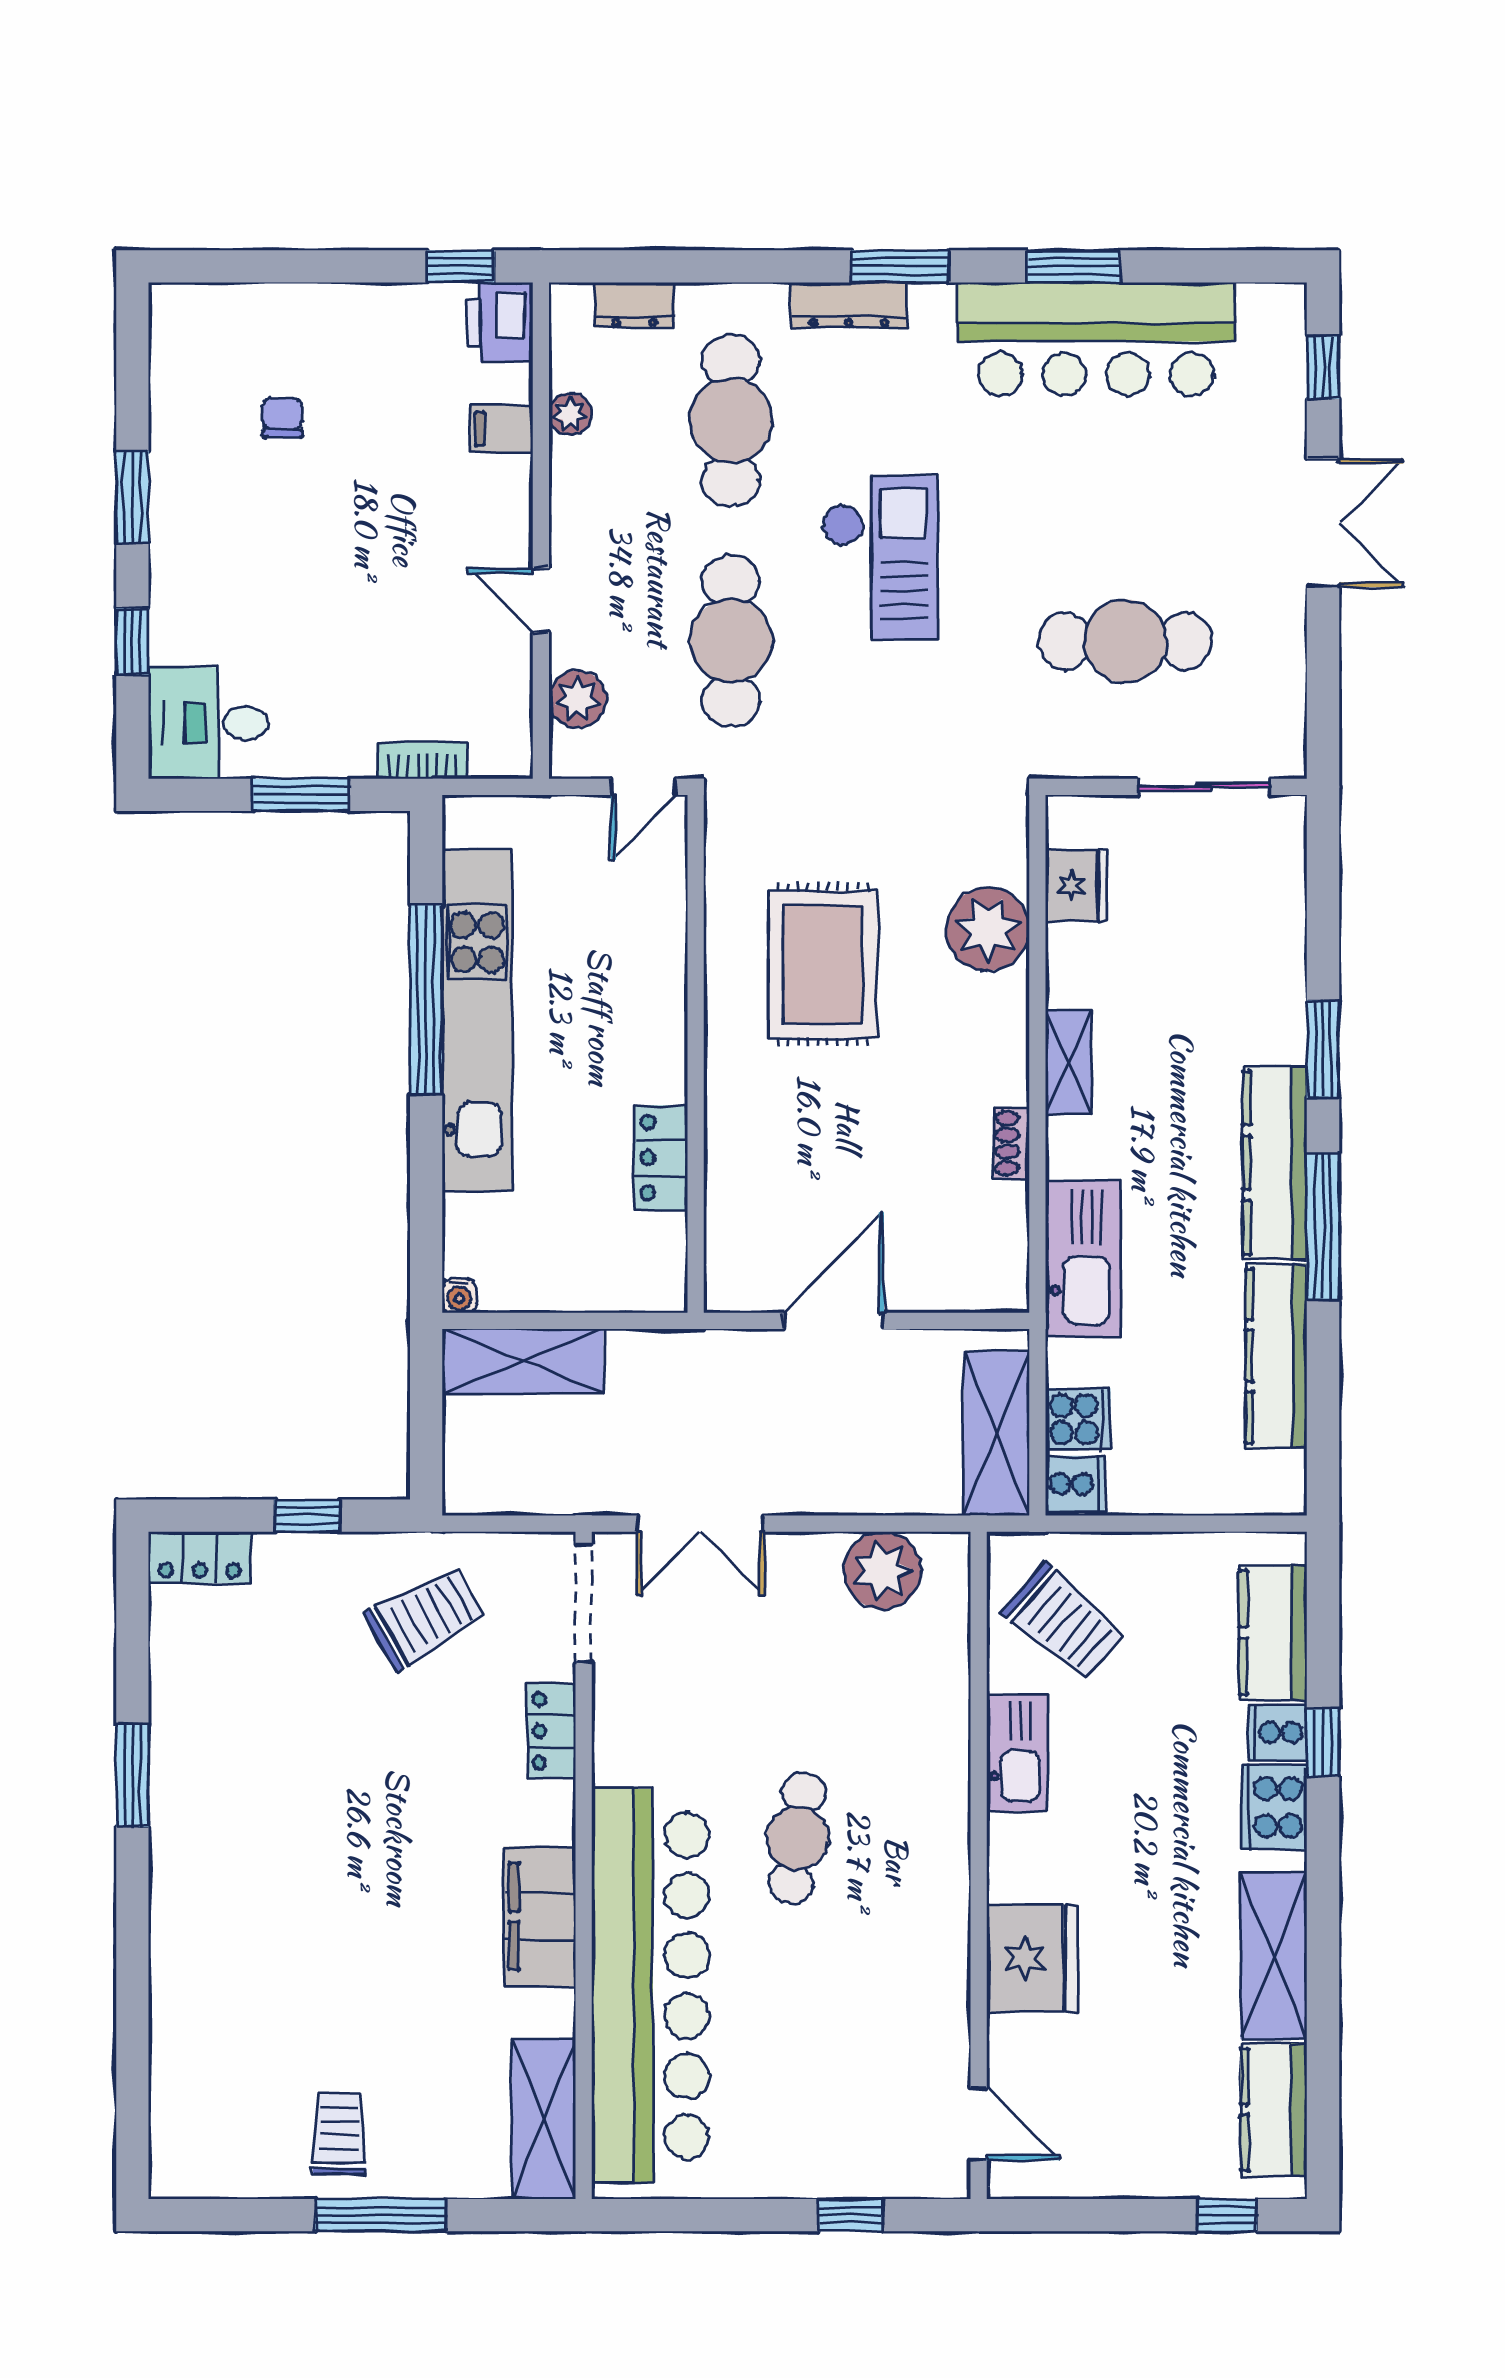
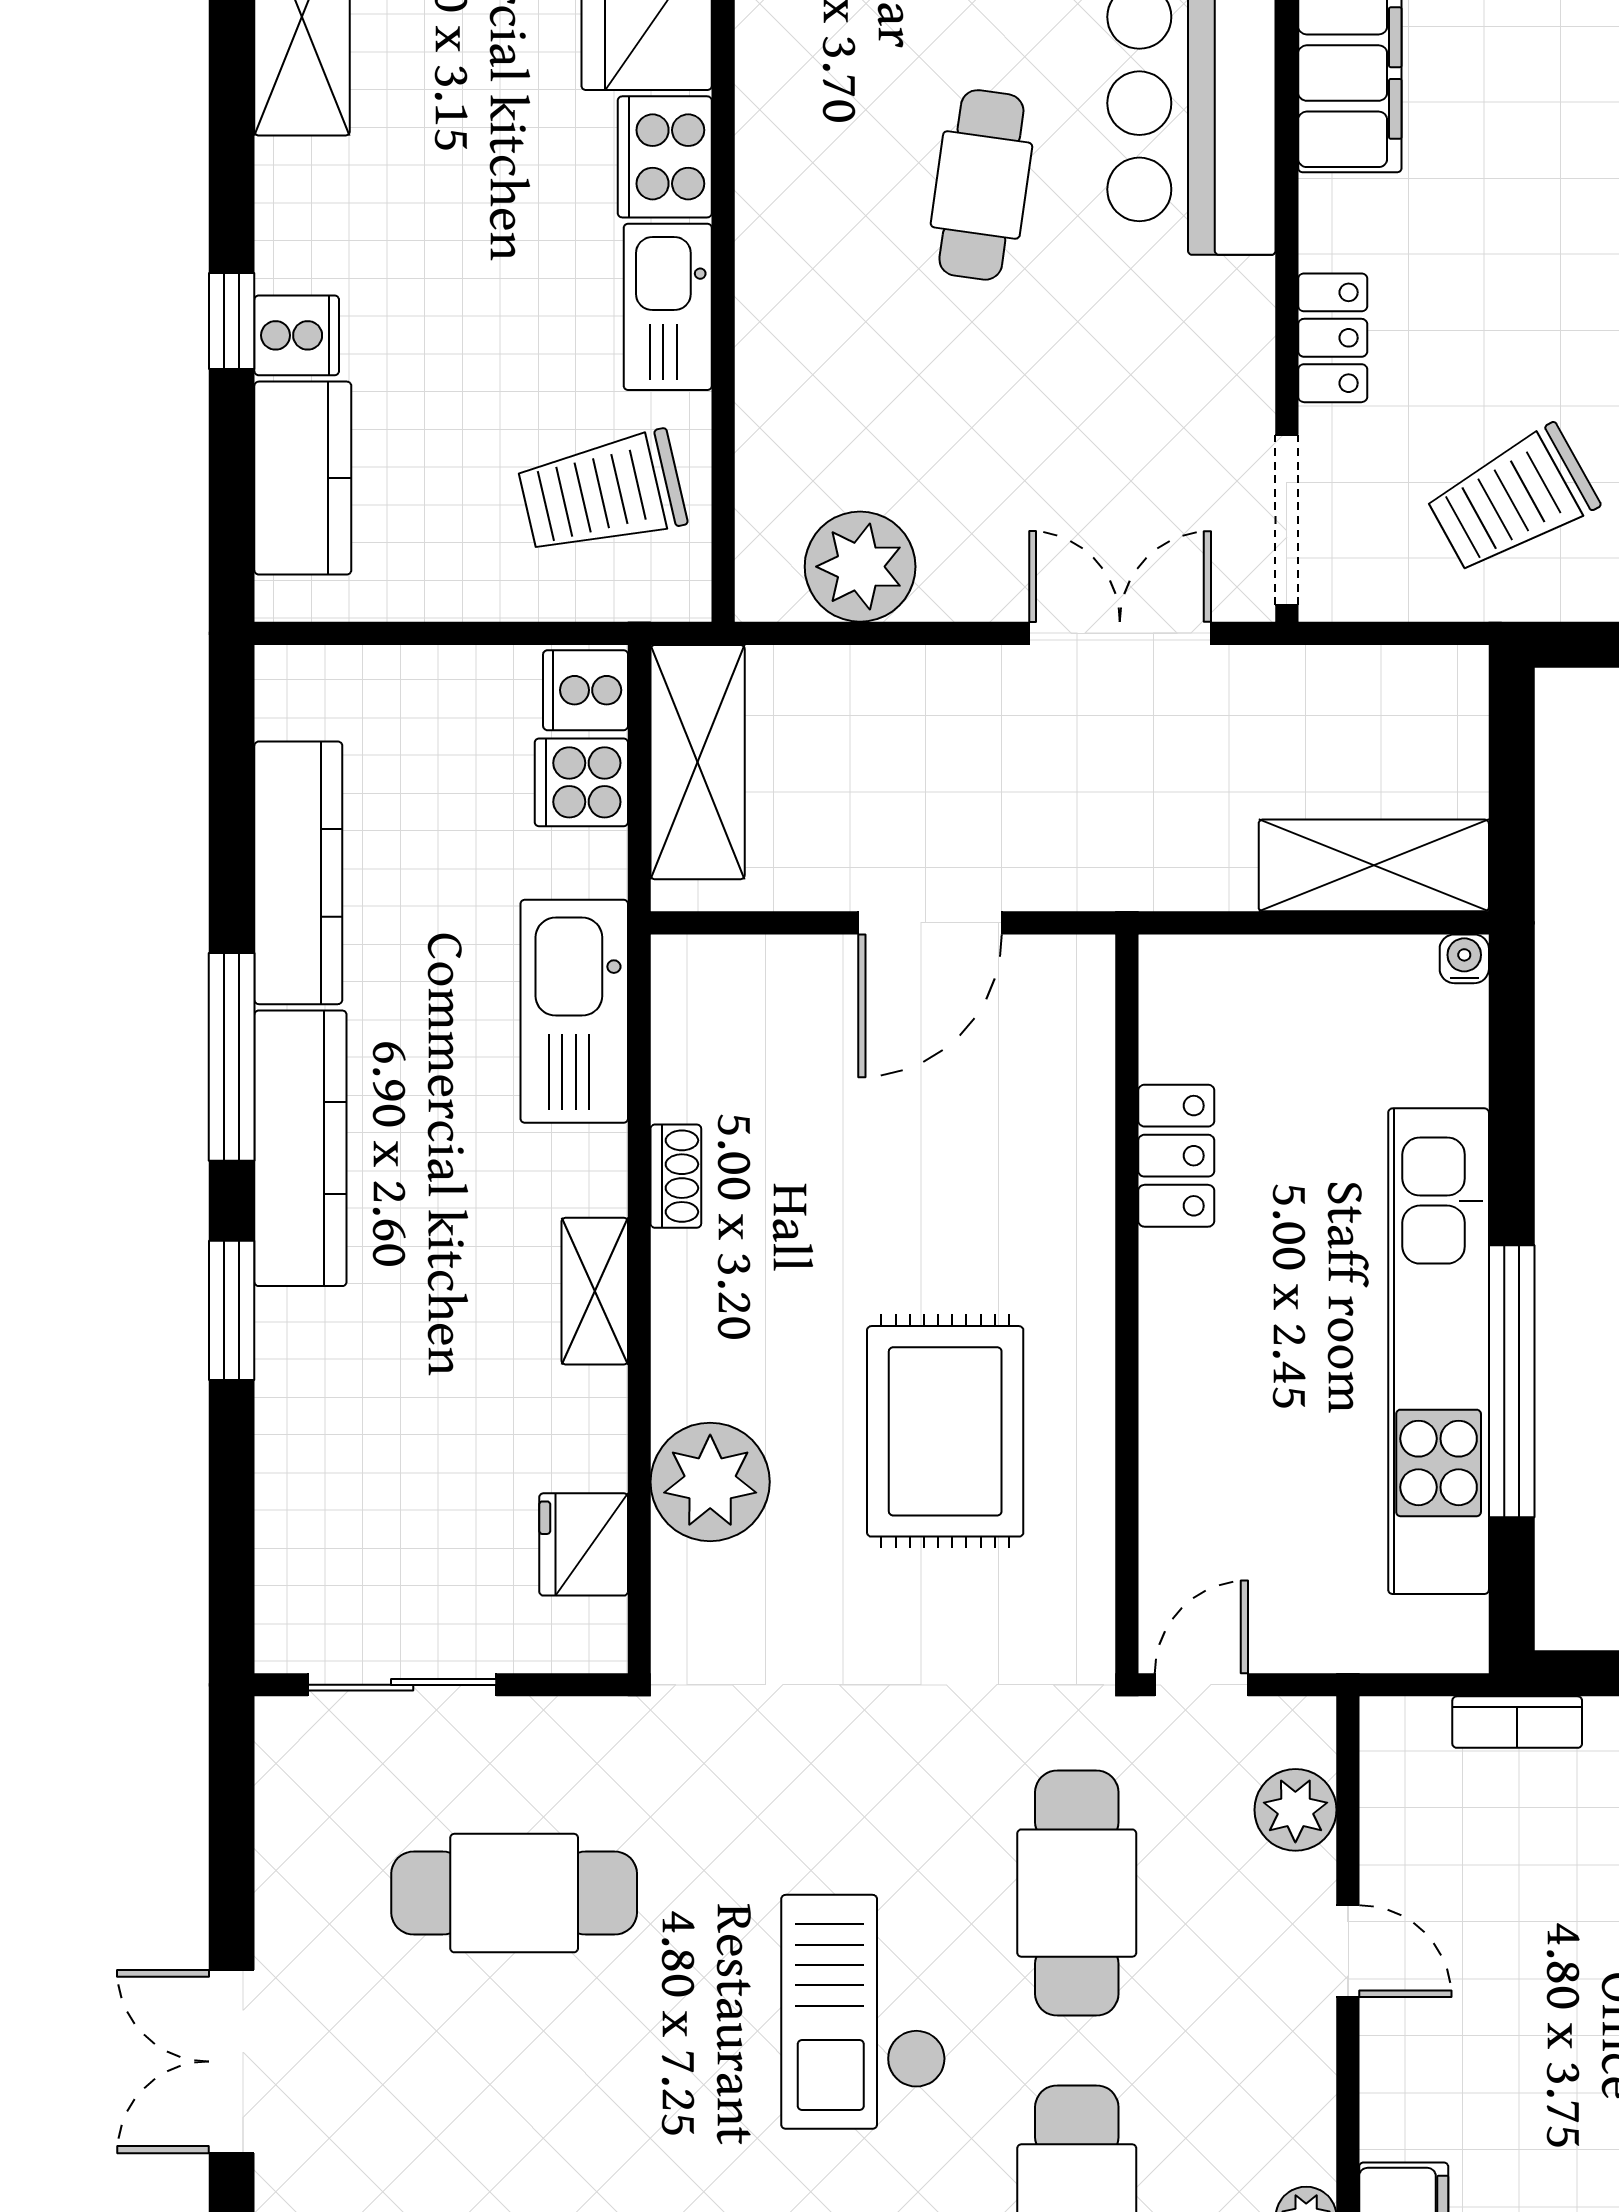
trolley: (1063, 1622) -> (602, 493), turned -54
cooker: (1274, 1807) -> (665, 157), moved, turned 180

